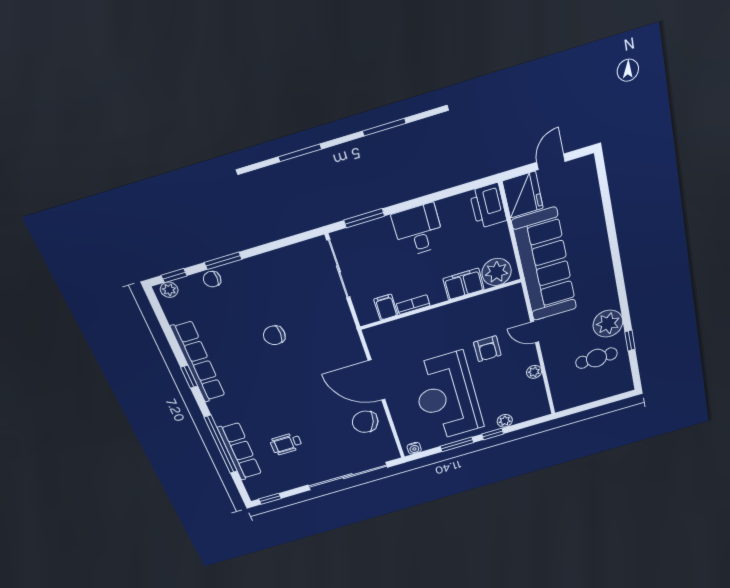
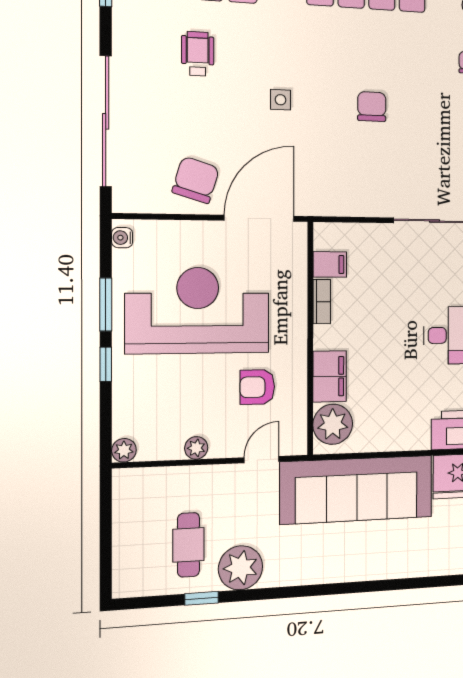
plant: (497, 272) -> (333, 424), moved
filing cabinet: (464, 284) -> (330, 376), moved
wall: (441, 304) -> (310, 338), moved
bookcase: (413, 305) -> (322, 302), moved
filing cabinet: (386, 307) -> (330, 264), moved
side table: (294, 391) -> (281, 100), added
plant: (505, 421) -> (124, 450), moved

